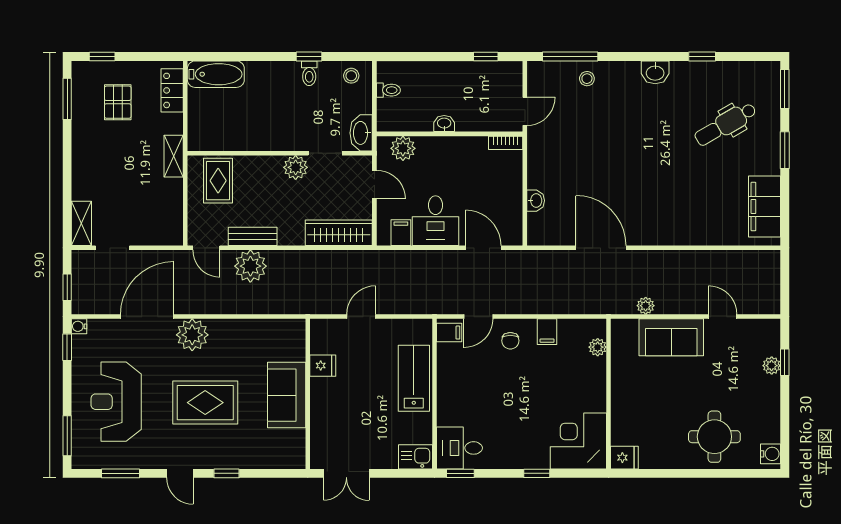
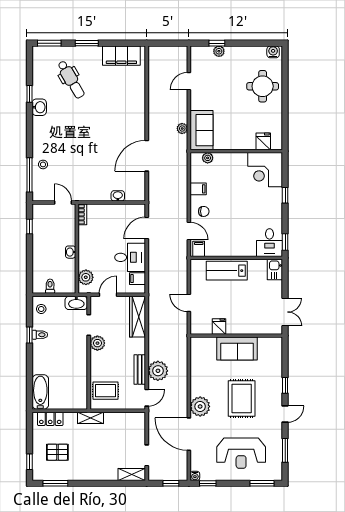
washbasin: (655, 72) -> (39, 107), moved
sofa: (671, 337) -> (202, 130), moved
fridge: (624, 458) -> (263, 141), moved

